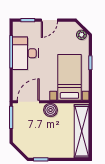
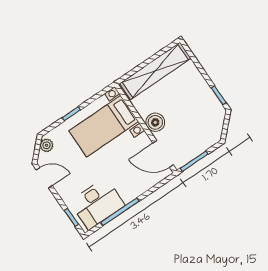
door: (49, 20) -> (44, 178), moved
desk: (25, 53) -> (97, 204), moved

